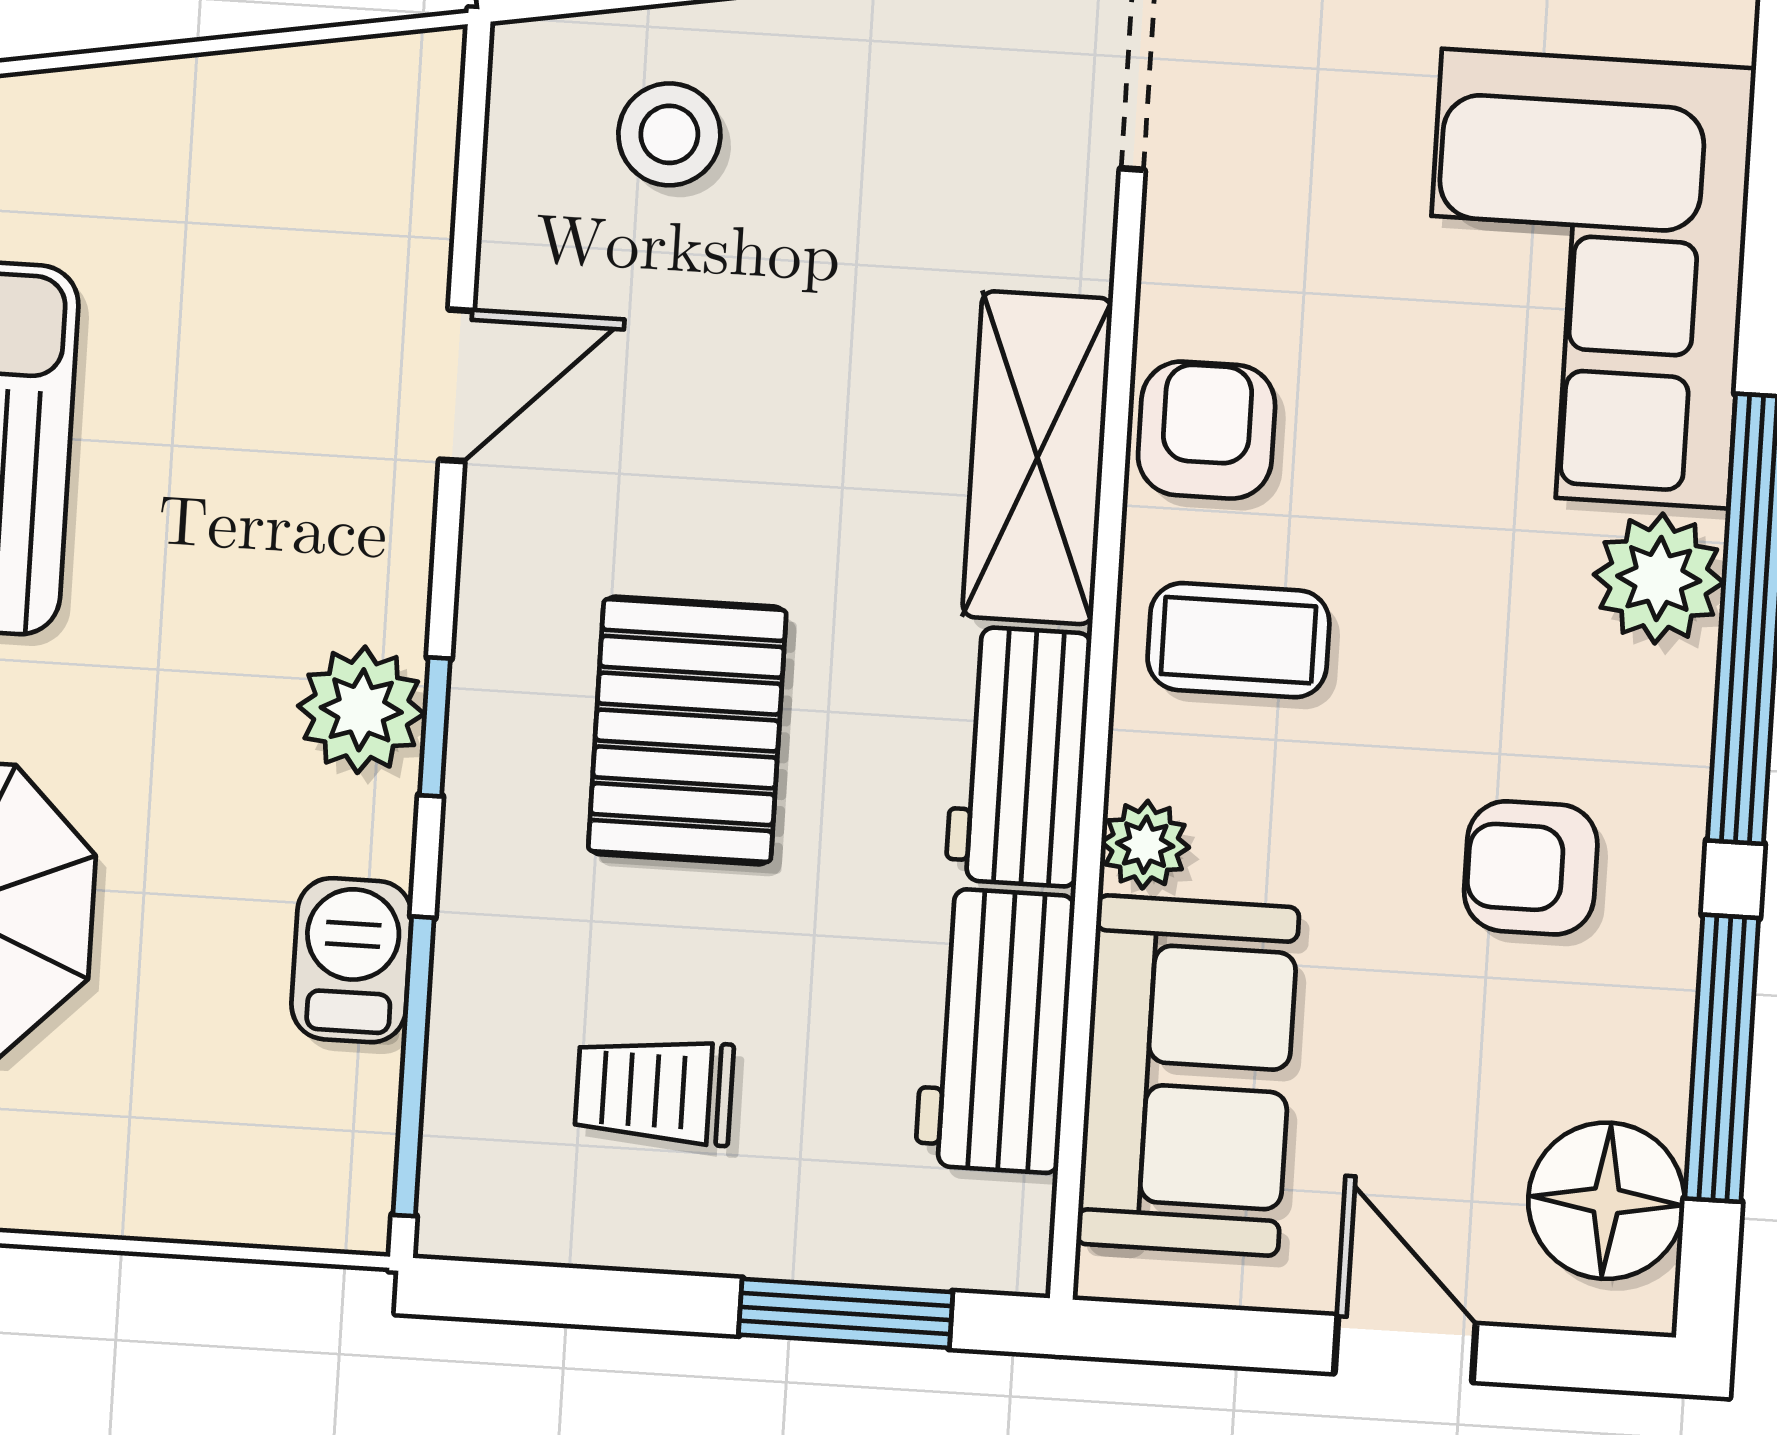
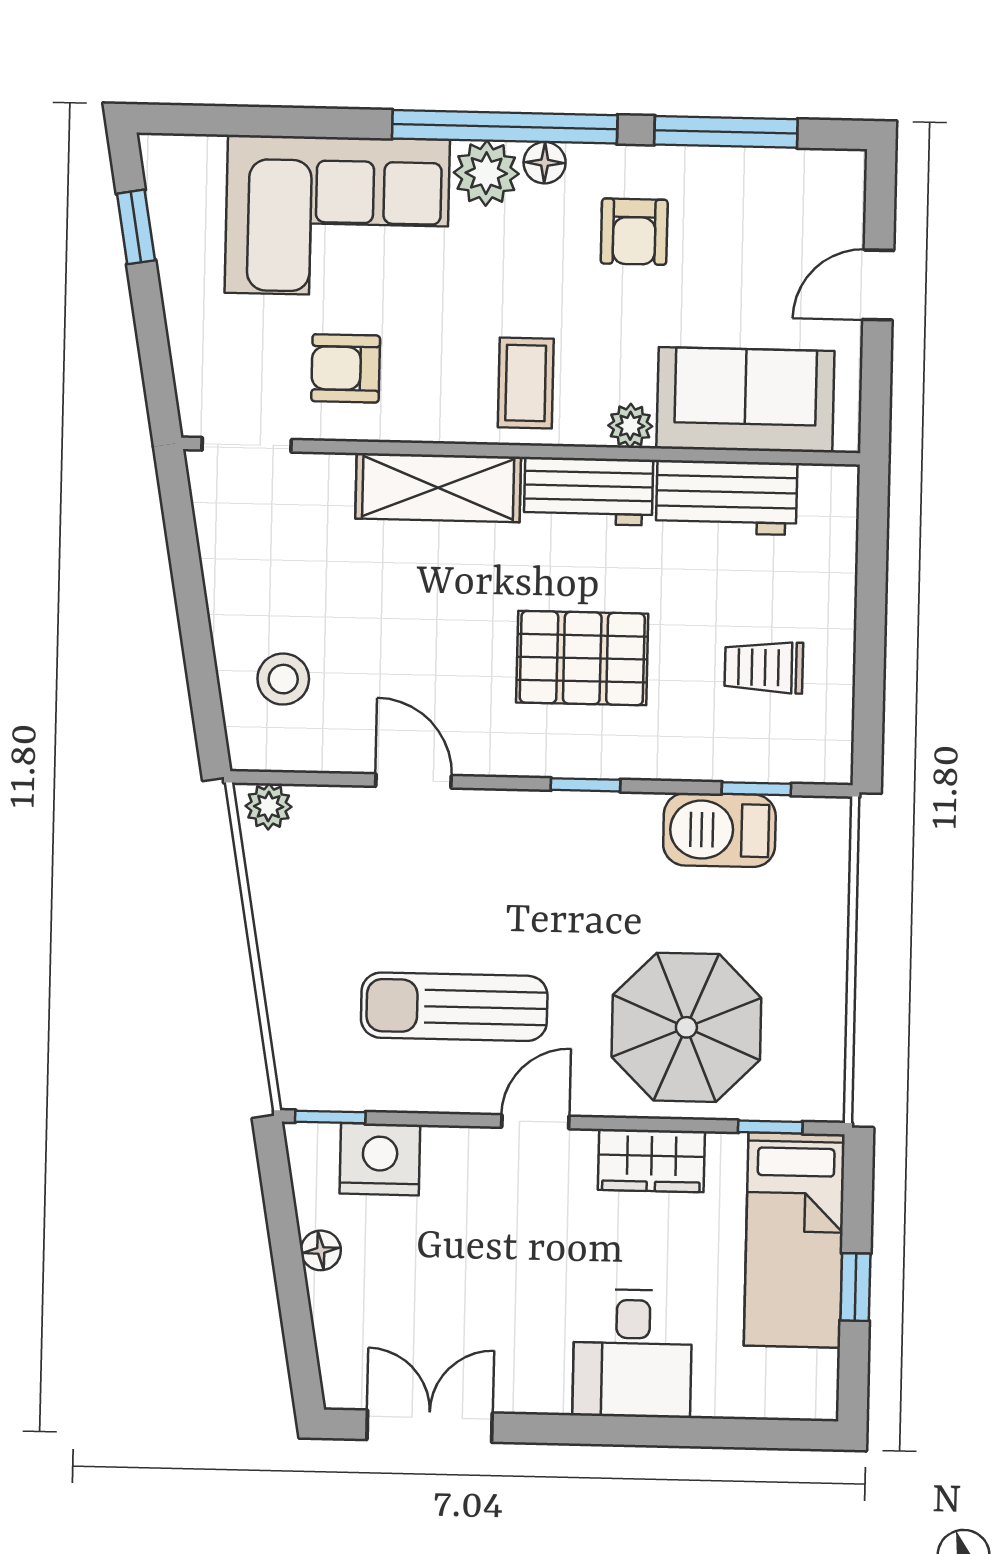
armchair: (1207, 430) -> (346, 368), moved
plant: (361, 710) -> (269, 806), moved, width x0.73, depth x0.73
barbecue: (352, 960) -> (719, 830), width x1.38, depth x1.27
window: (414, 1066) -> (756, 789), width x0.46
trolley: (654, 1091) -> (764, 667), turned 90
floor lamp: (1606, 1201) -> (545, 163), moved, width x0.53, depth x0.53
window: (846, 1313) -> (872, 567), removed

